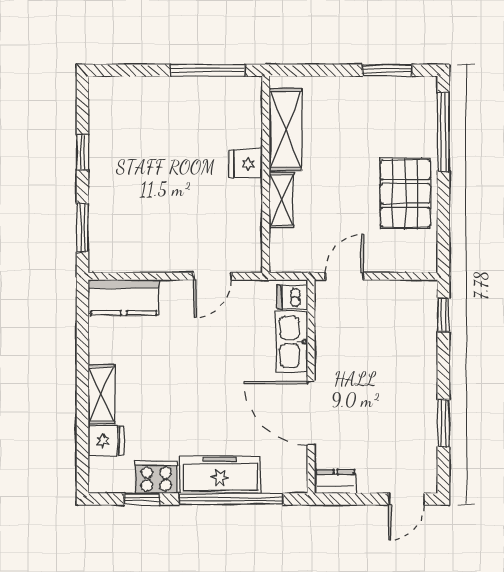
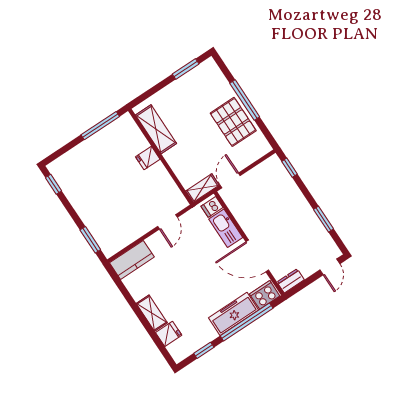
window: (443, 132) -> (245, 100), moved
window: (82, 152) -> (54, 184), moved
shelving: (281, 200) -> (202, 188), moved, turned 90
cooker: (156, 477) -> (265, 295), moved

